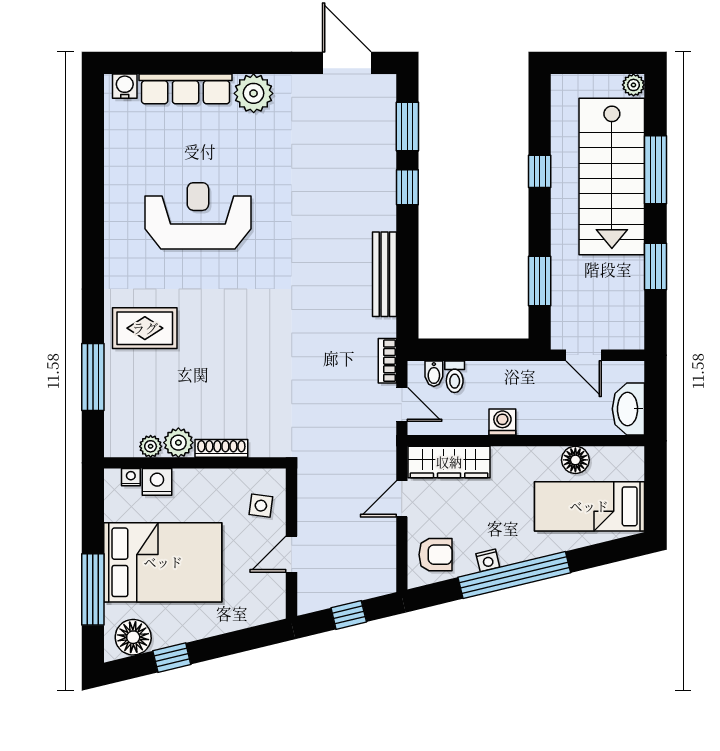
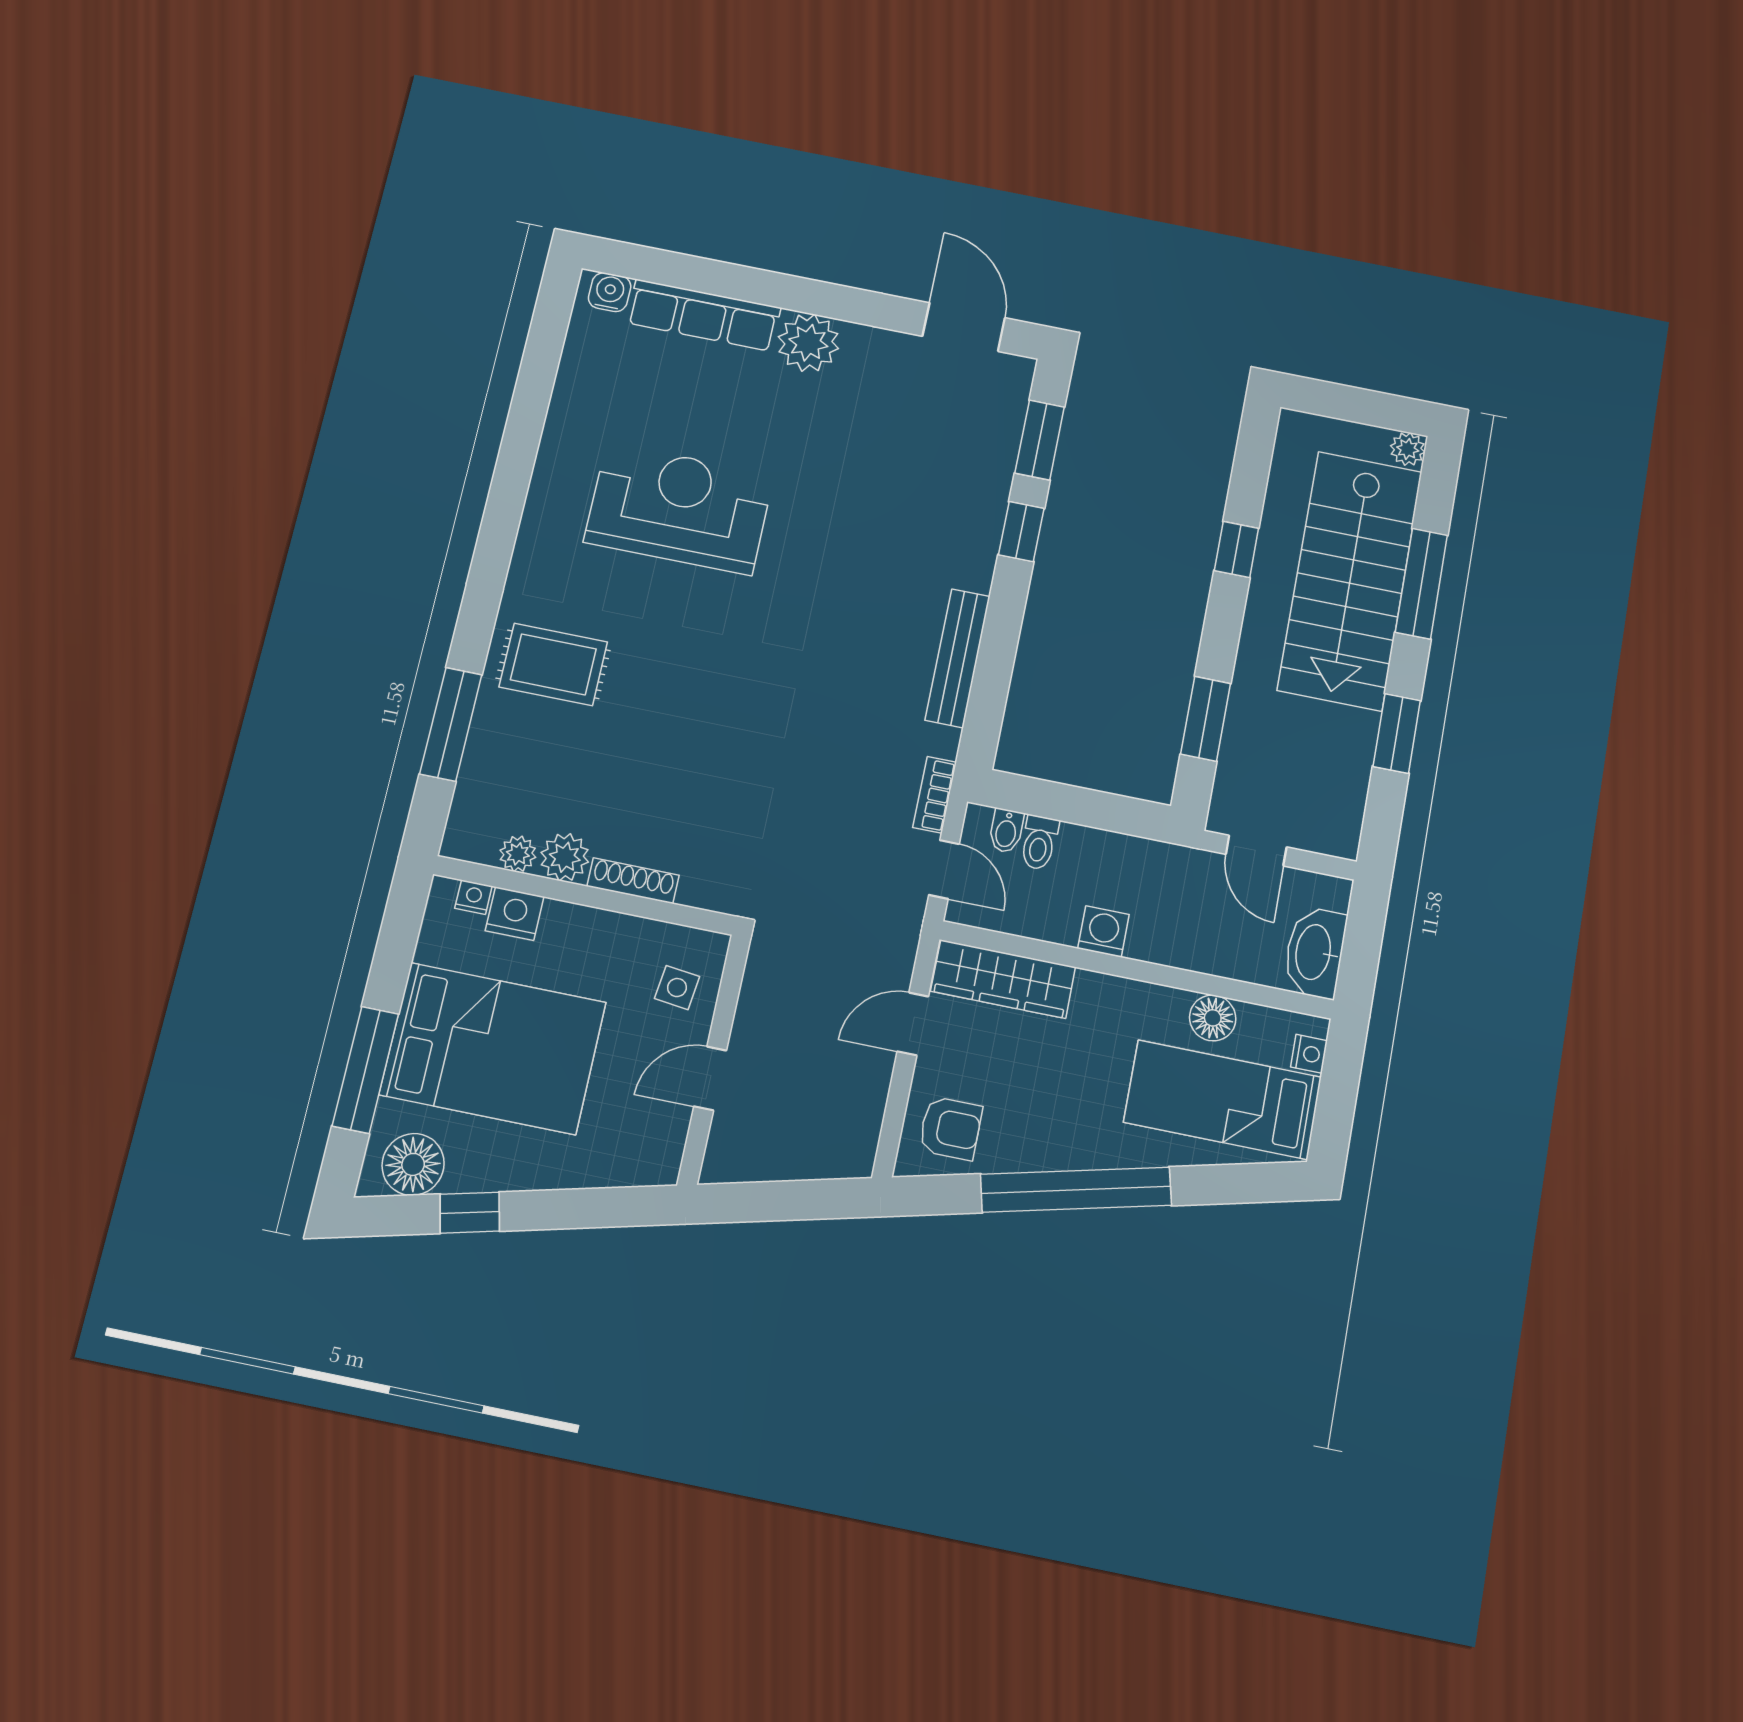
nightstand: (488, 560) -> (1309, 1054), moved, turned -76
window: (349, 615) -> (784, 1201), removed

